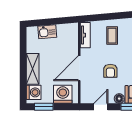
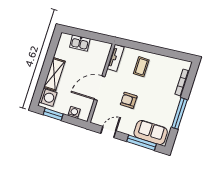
armchair: (110, 71) -> (129, 100), turned 90
washing machine: (63, 94) -> (74, 112), width x0.53, depth x0.53
floor lamp: (119, 99) -> (129, 130), removed

